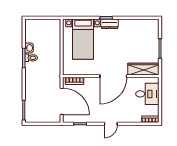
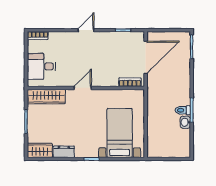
dresser: (110, 24) -> (64, 152), moved
wardrobe: (149, 25) -> (40, 150), added
door: (113, 76) -> (83, 88), width x0.53
door: (62, 101) -> (146, 57), swing flipped

